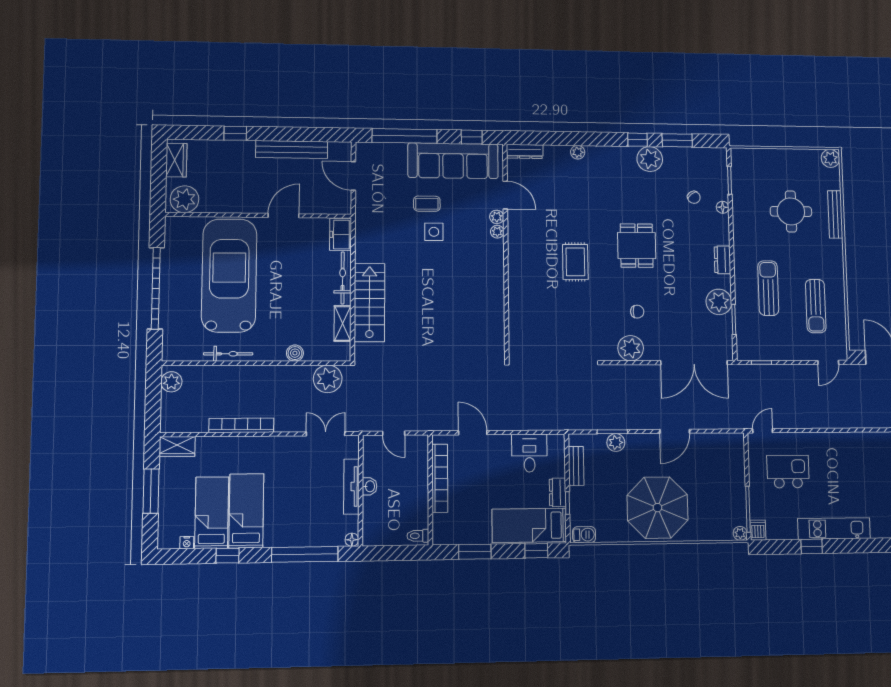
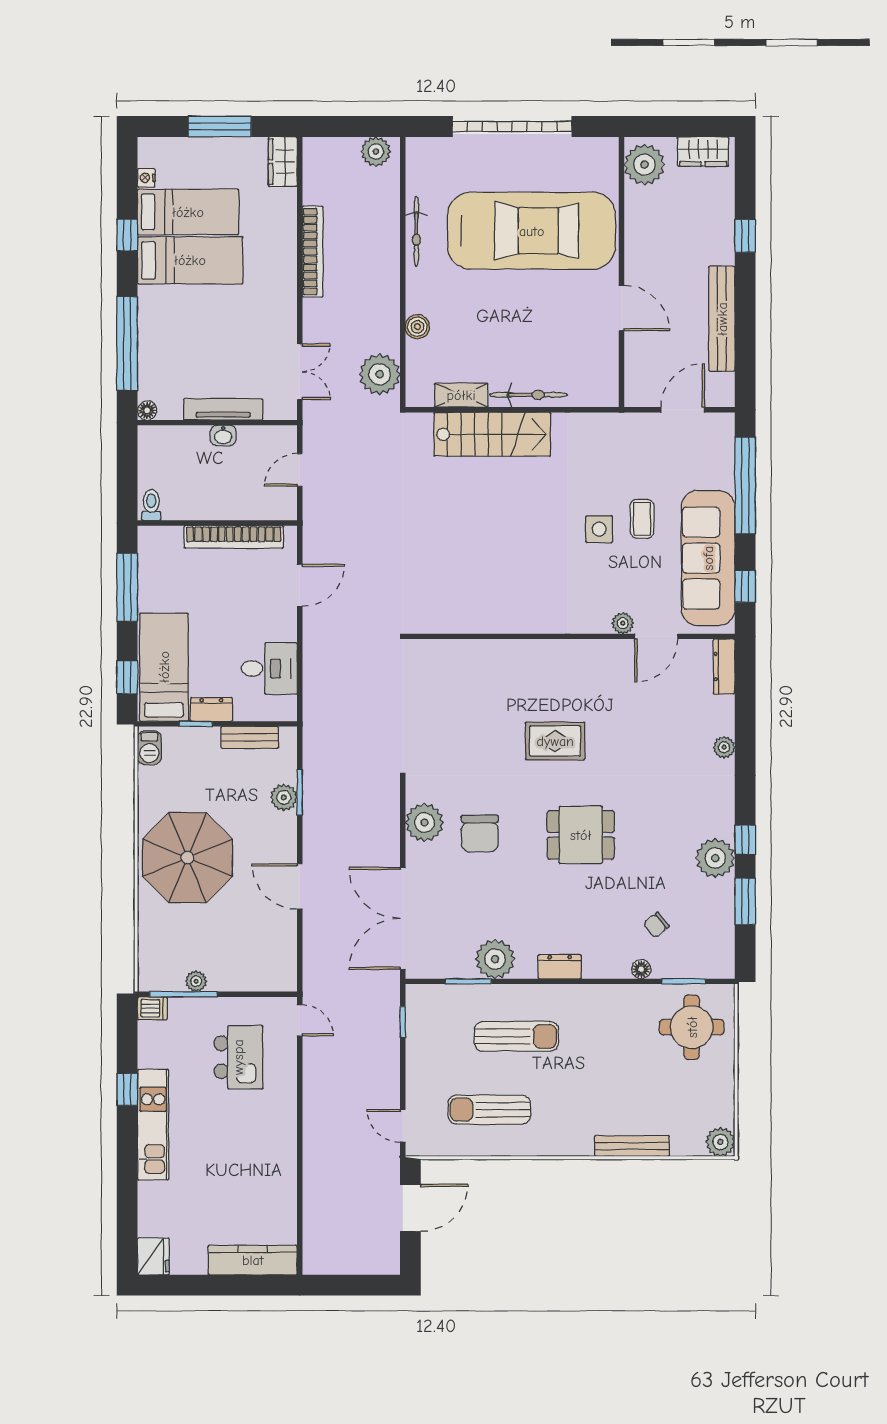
round table: (791, 211) -> (692, 1027), moved
plant: (497, 232) -> (600, 624), removed
freezer: (341, 235) -> (594, 391), removed
chair: (637, 312) -> (480, 834), width x1.87, depth x1.87
plant: (740, 533) -> (196, 981), moved
window: (475, 552) -> (127, 587), width x1.44

